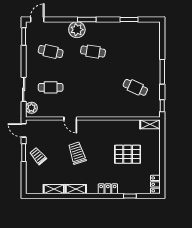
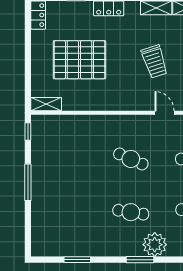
cafe table: (135, 87) -> (131, 159), moved
pallet: (128, 154) -> (79, 60), width x1.37, depth x1.41

